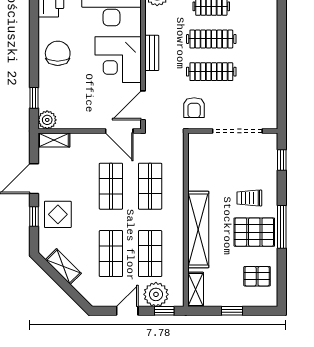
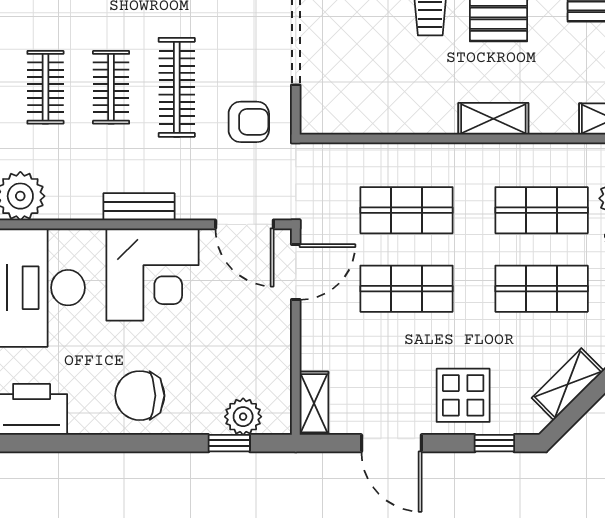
clothes rail: (211, 39) -> (111, 87), width x0.73
plant: (47, 120) -> (243, 417), moved
window: (34, 216) -> (494, 443), moved
shelving: (198, 229) -> (493, 119), width x0.45, depth x0.75

